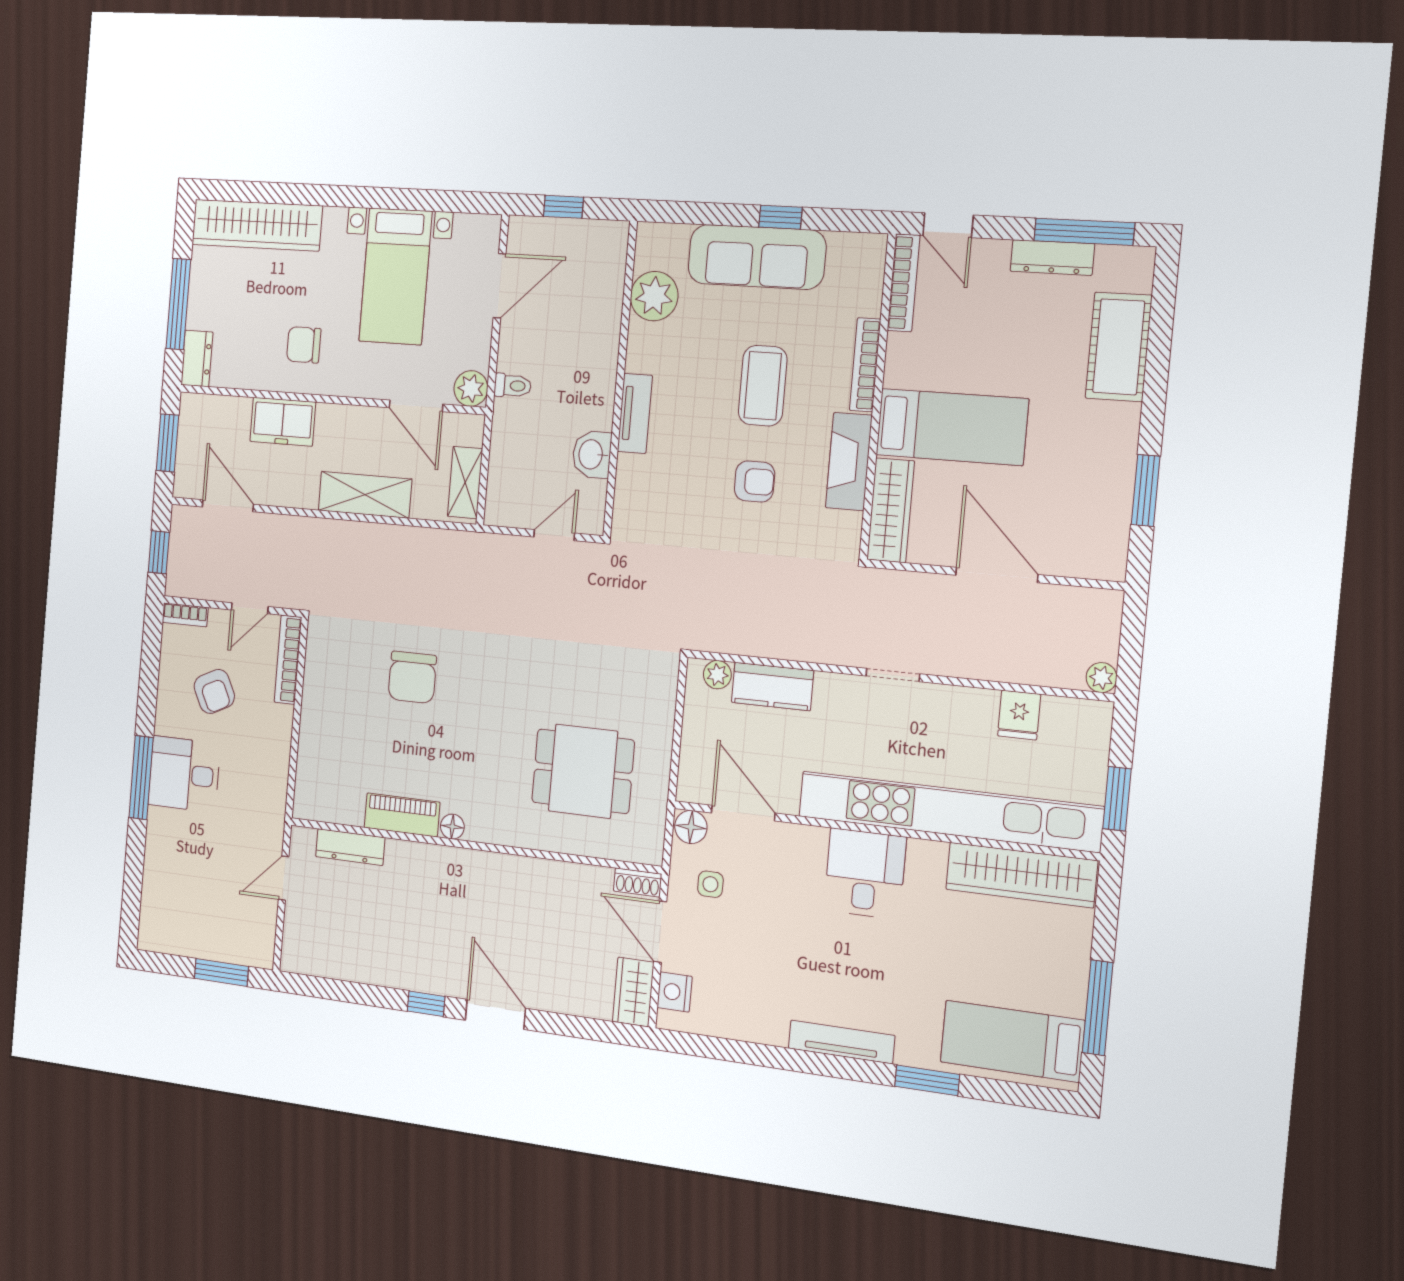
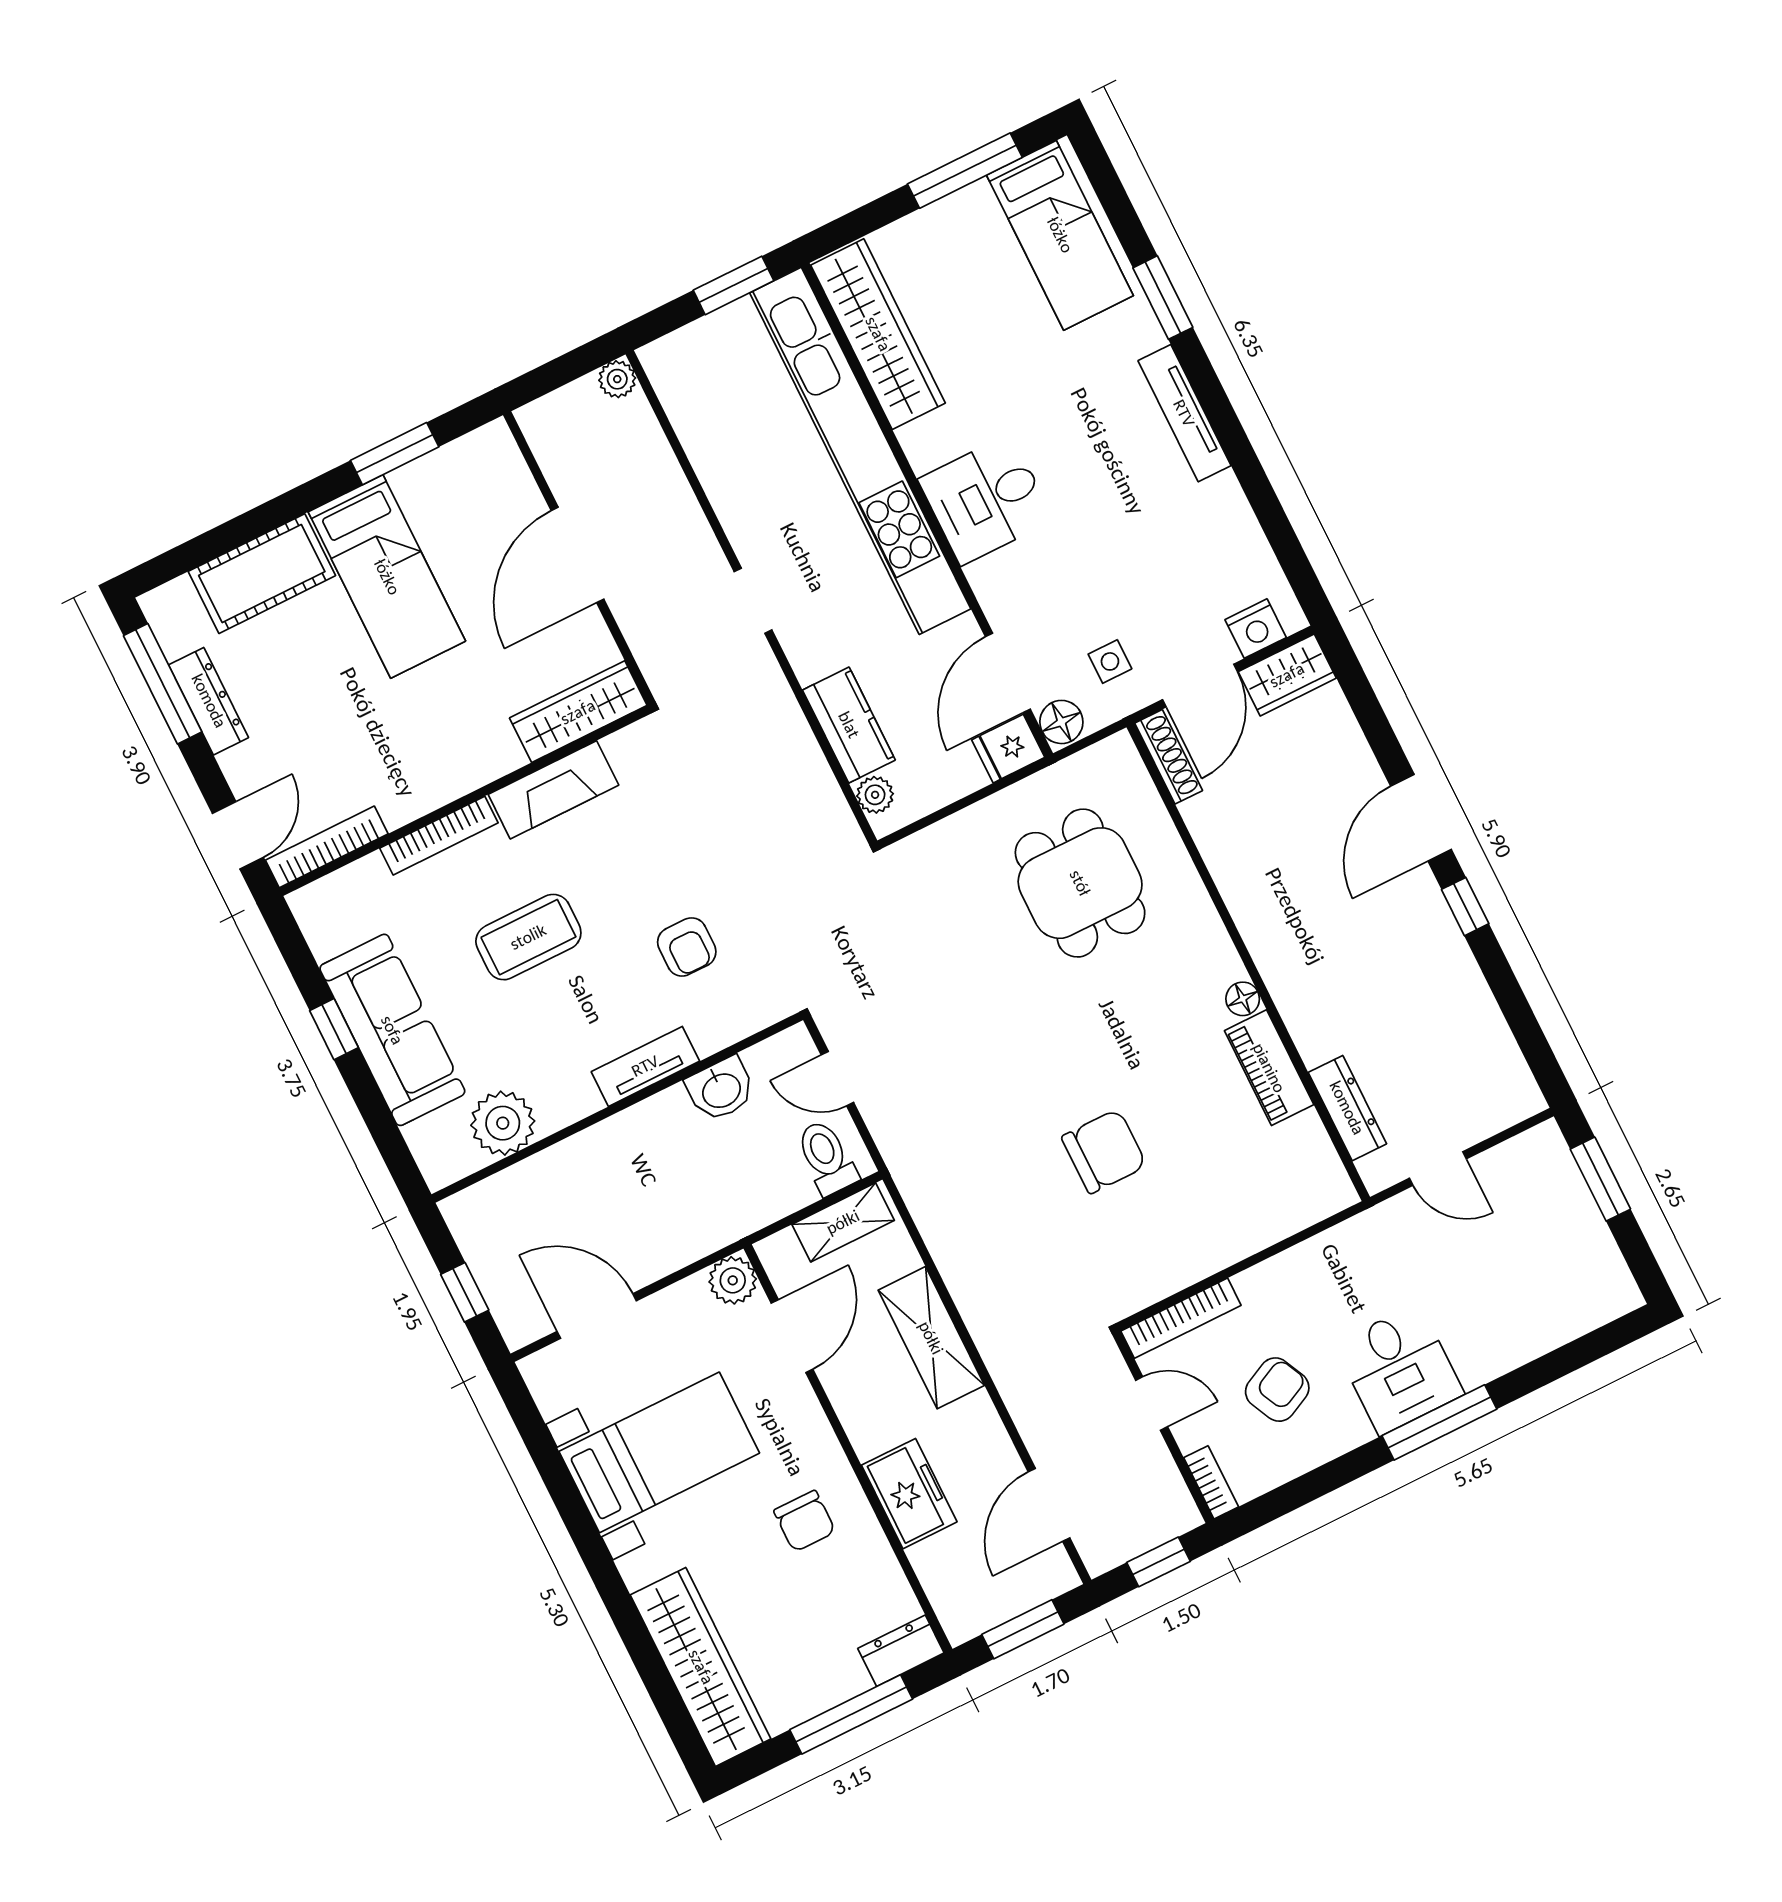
toilet: (513, 386) -> (827, 1157), moved, width x1.37, depth x1.39
bed: (952, 427) -> (387, 577), moved, turned 180
armchair: (754, 482) -> (687, 947), moved, turned 180
fridge: (1019, 715) -> (1008, 749), moved, turned 180
shoe rack: (638, 882) -> (1169, 757), width x1.43

